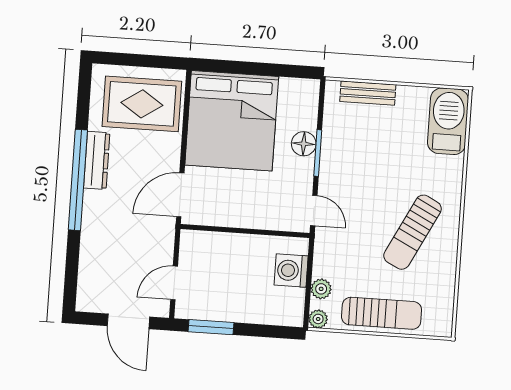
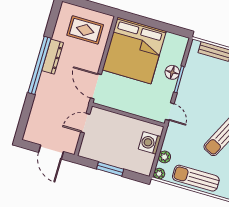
rug: (142, 104) -> (85, 30), width x0.73, depth x0.70
door: (180, 195) -> (96, 86), hinge flipped
door: (174, 283) -> (85, 123), moved
sun lounger: (382, 313) -> (196, 178), turned 180
window: (211, 327) -> (110, 169), moved

